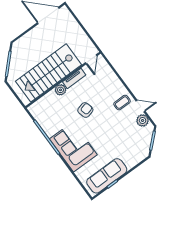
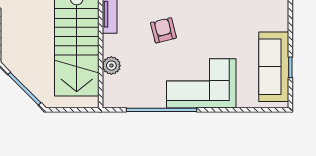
plant: (60, 90) -> (111, 66), moved

